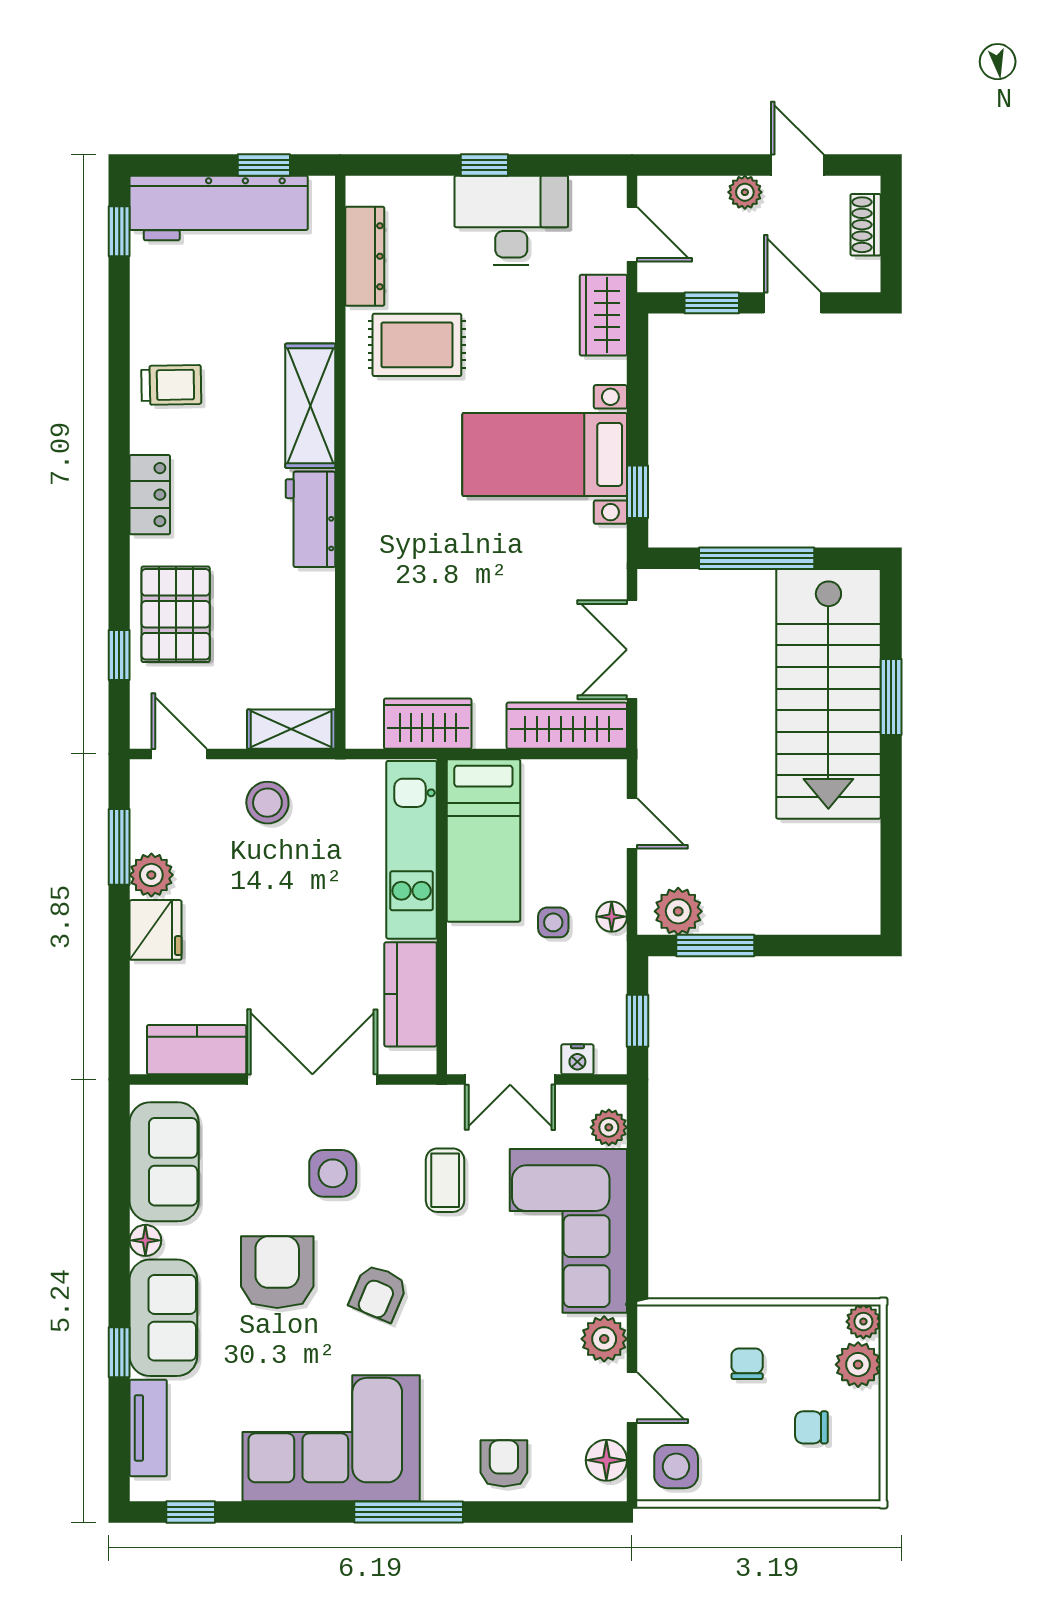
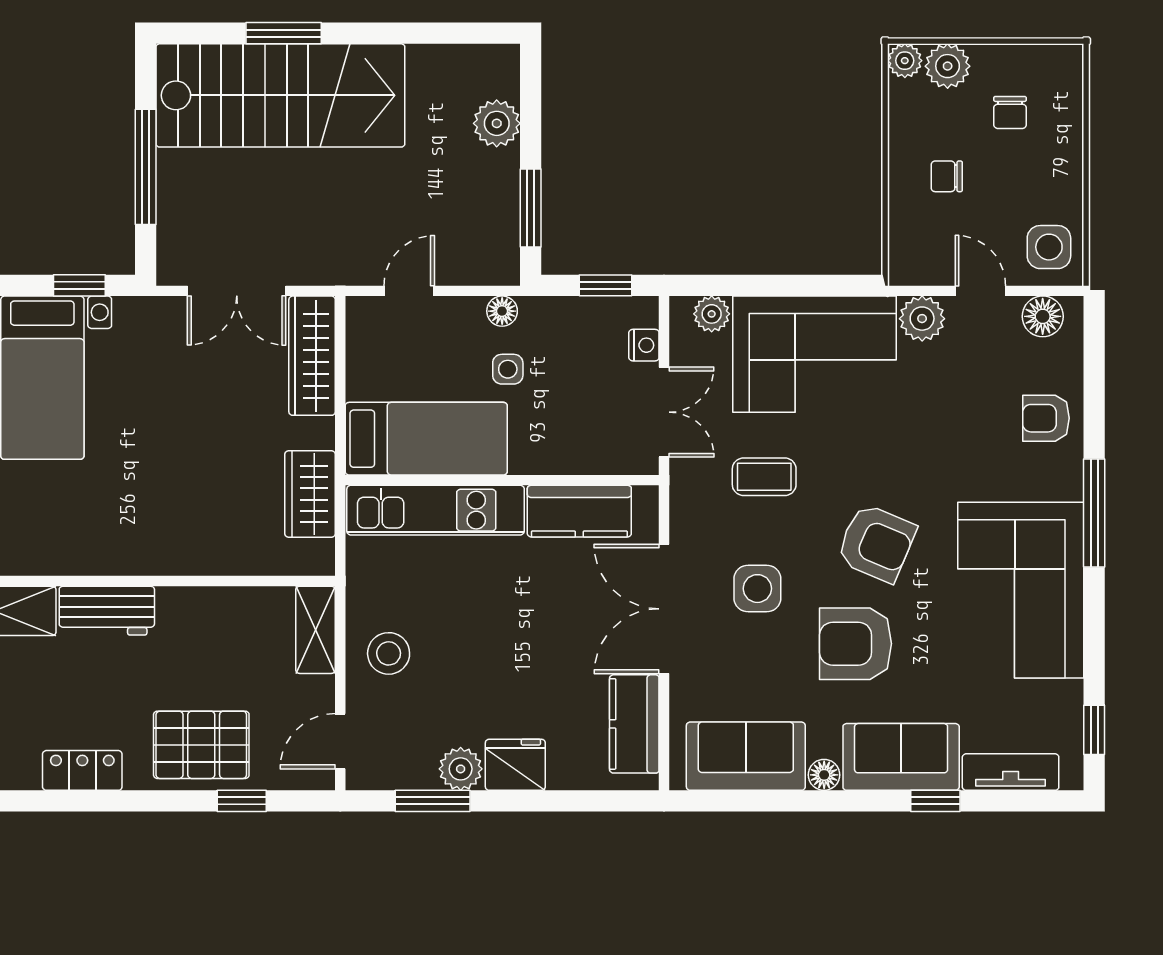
plant: (678, 911) -> (497, 123), moved
armchair: (378, 1293) -> (876, 543), width x1.38, depth x1.38
door: (632, 1398) -> (980, 291), hinge flipped

